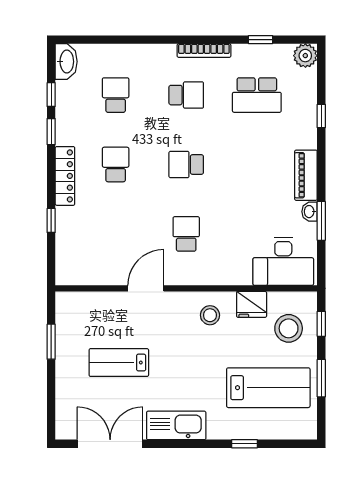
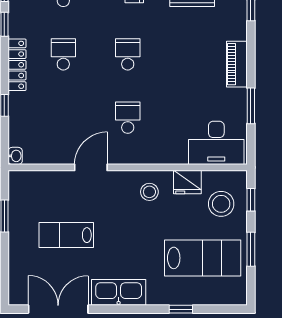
school desk: (186, 164) -> (128, 54), turned 90
washbasin: (310, 212) -> (15, 156), moved, turned 180

